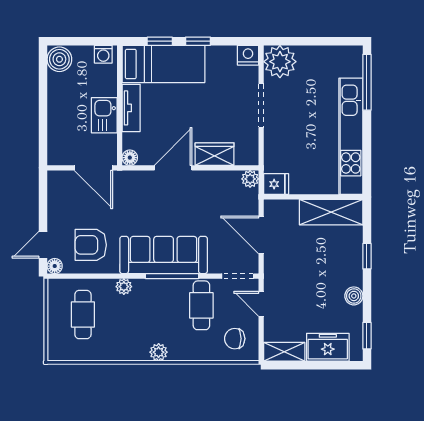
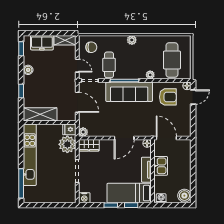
plant: (280, 62) -> (67, 144), moved
wardrobe: (215, 154) -> (89, 145), moved
cafe table: (83, 315) -> (172, 60), width x1.37, depth x1.35

